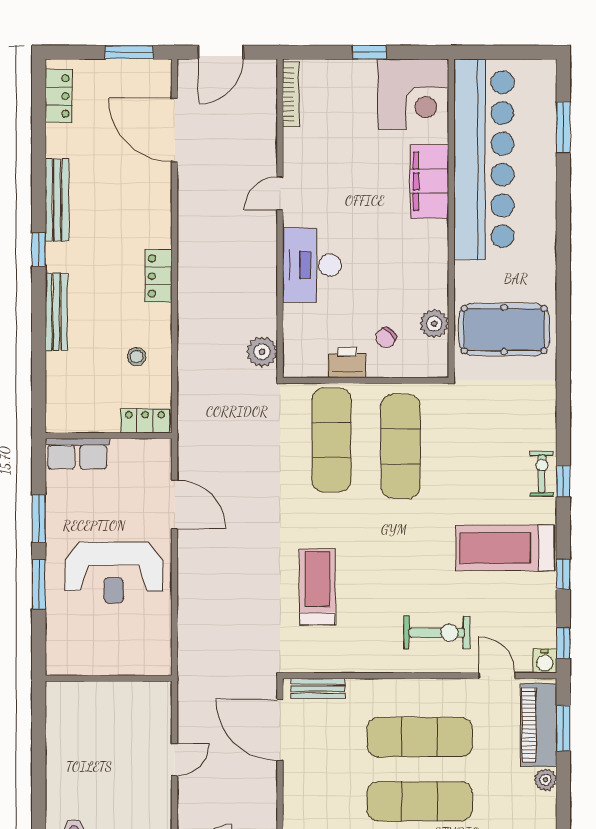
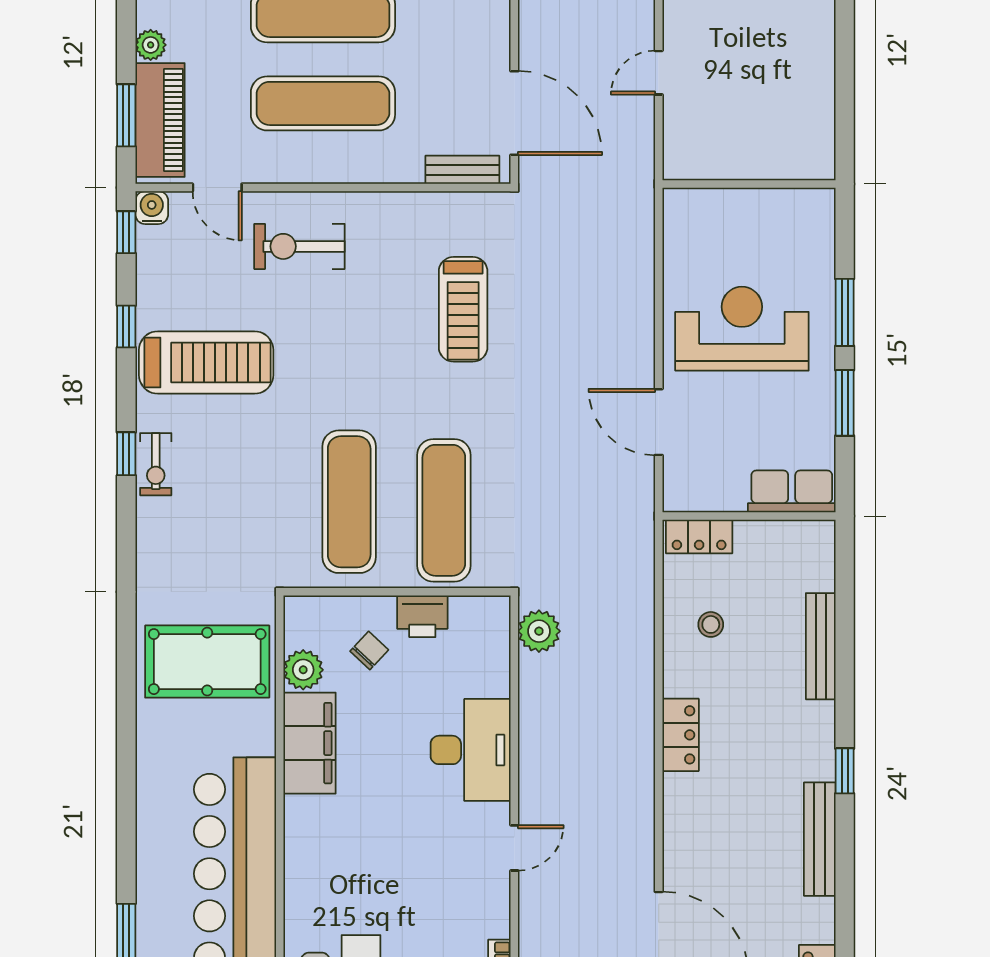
filing cabinet: (429, 181) -> (310, 743), moved
bench: (56, 312) -> (821, 646), moved

